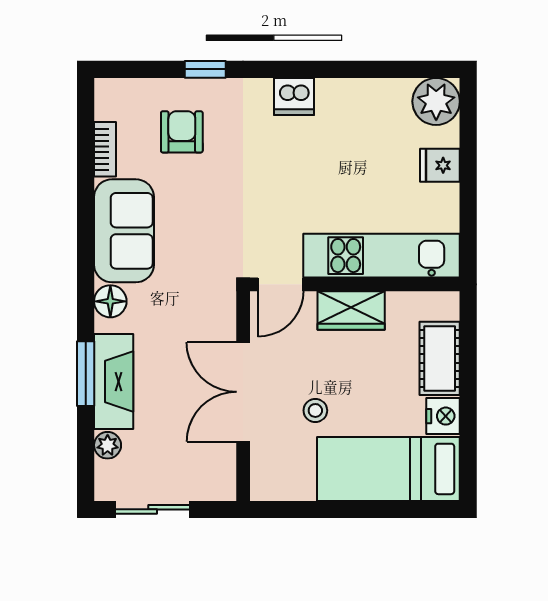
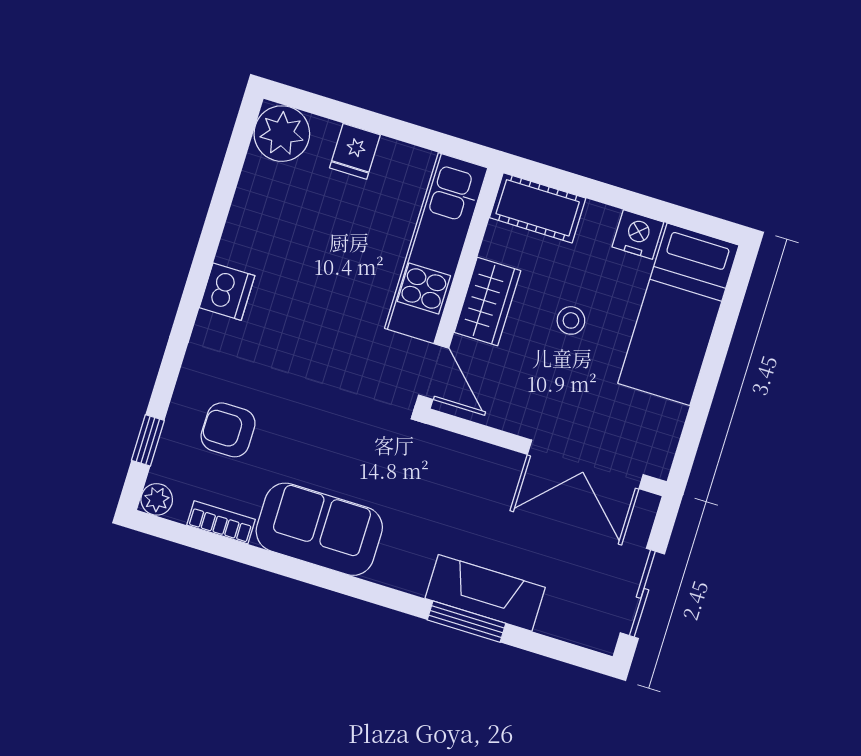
window: (205, 69) -> (148, 440), moved
floor lamp: (110, 301) -> (394, 569), removed
cot: (440, 358) -> (538, 208), moved
double door: (243, 392) -> (585, 464), moved
stool: (315, 410) -> (571, 320), moved
plant: (108, 445) -> (157, 499), moved

